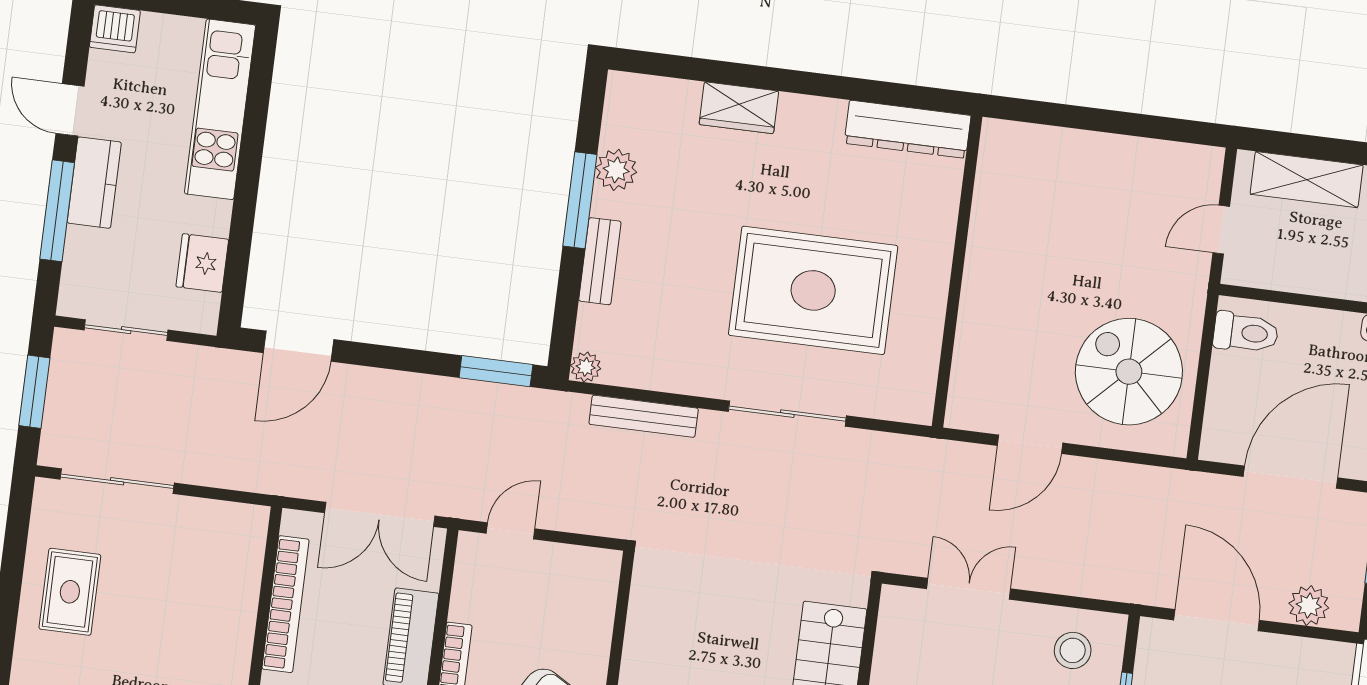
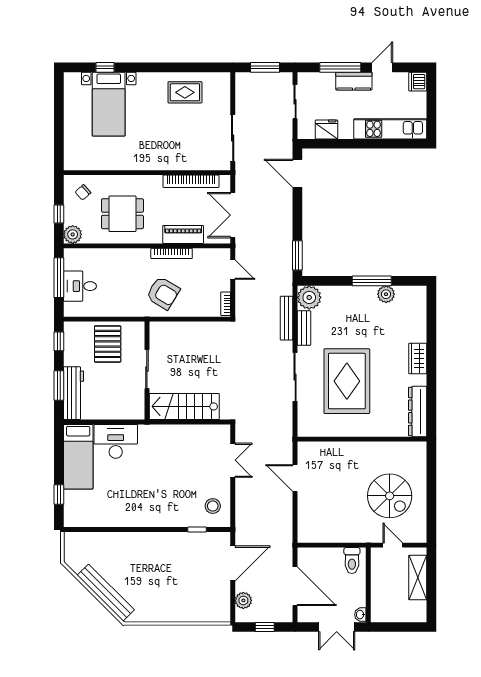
wardrobe: (739, 108) -> (418, 359), moved
bench: (600, 261) -> (304, 328), moved, turned 90
plant: (586, 367) -> (309, 297), width x1.88, depth x1.88
spiral stairs: (1129, 372) -> (390, 496), moved, turned 90
sliding door: (117, 481) -> (233, 138), moved
bookcase: (590, 558) -> (226, 304), added

